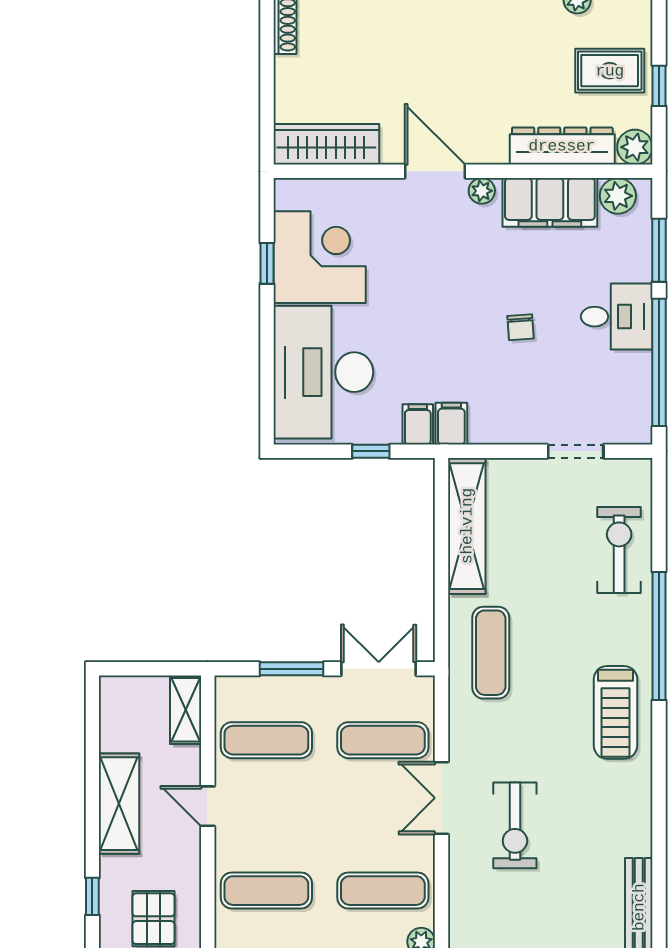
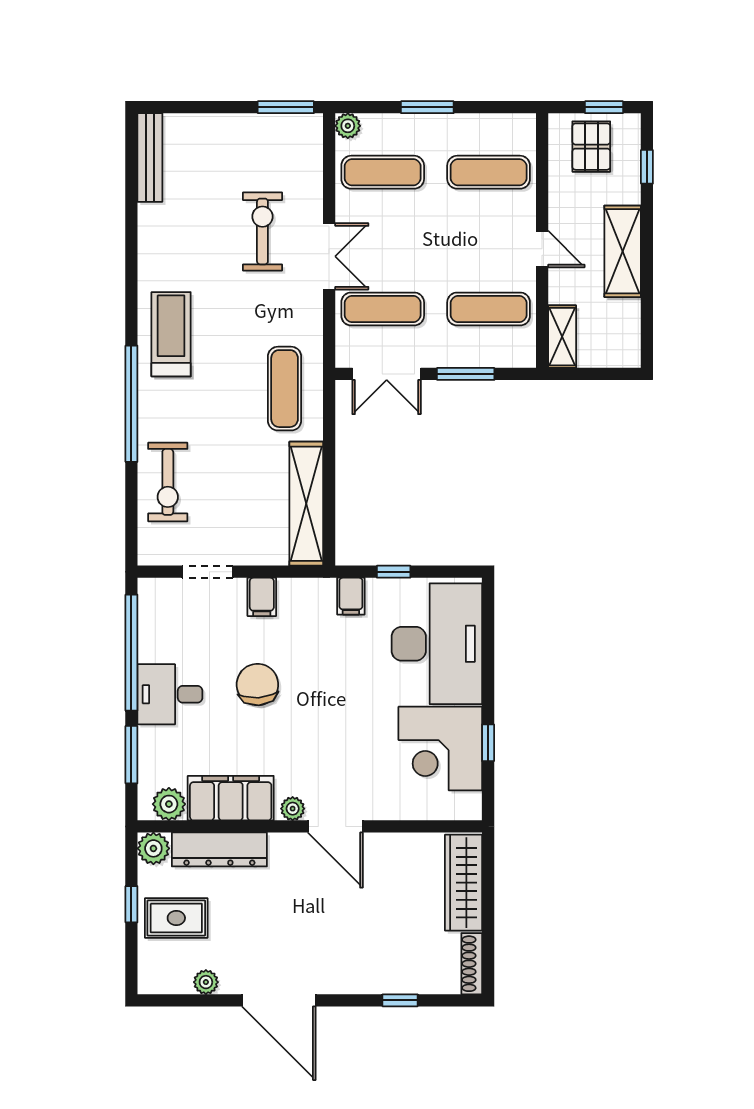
wardrobe: (326, 144) -> (463, 883), moved, turned 90
chair: (521, 327) -> (257, 685), width x1.87, depth x1.87
filing cabinet: (451, 424) -> (262, 597), moved

